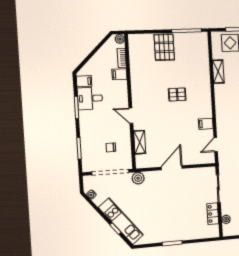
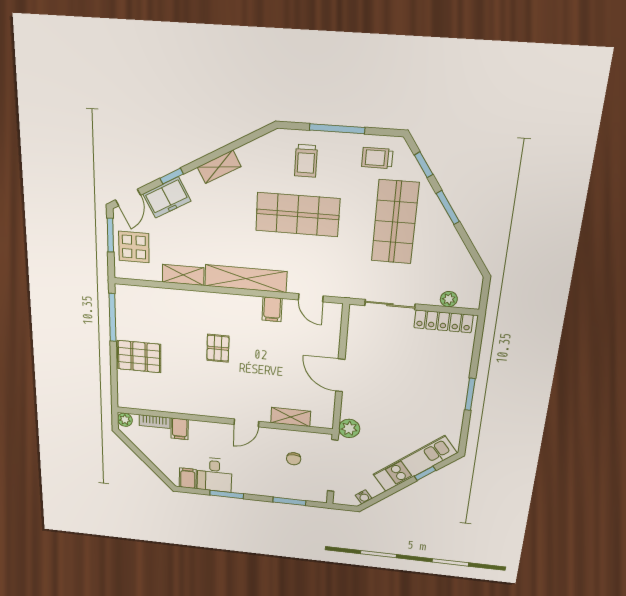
shelving: (221, 107) -> (246, 279), added
locker: (213, 214) -> (443, 321), width x1.53

